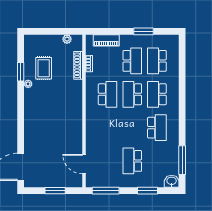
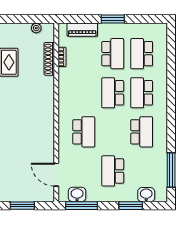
window: (143, 31) -> (113, 19), moved
school desk: (108, 94) -> (84, 132), moved
washbasin: (102, 181) -> (77, 194), added
washbasin: (172, 181) -> (146, 195), moved

